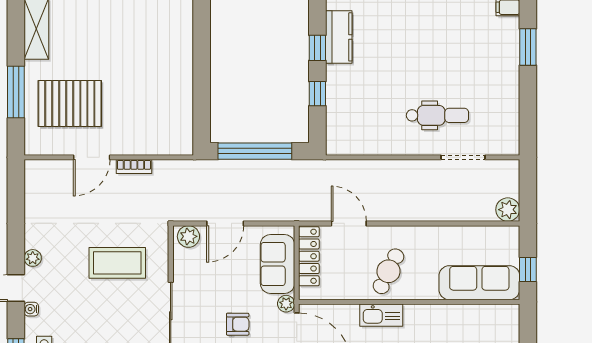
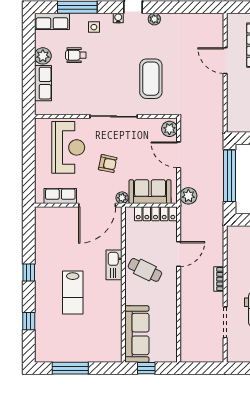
bookcase: (134, 167) -> (219, 279), moved
plant: (508, 210) -> (188, 196), moved
door: (349, 223) -> (179, 254), moved
armchair: (238, 324) -> (108, 164), turned -78

